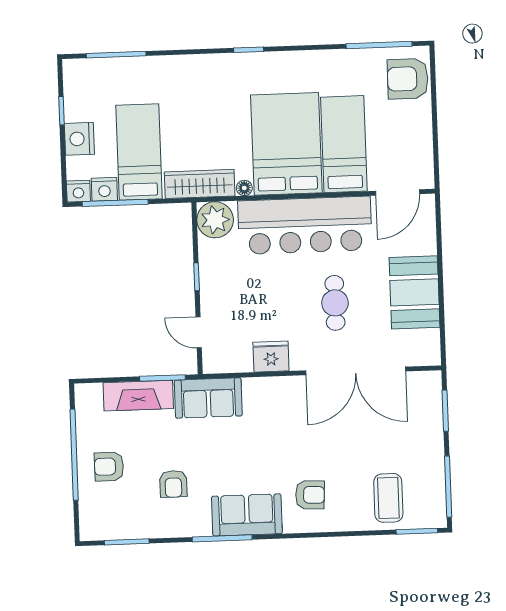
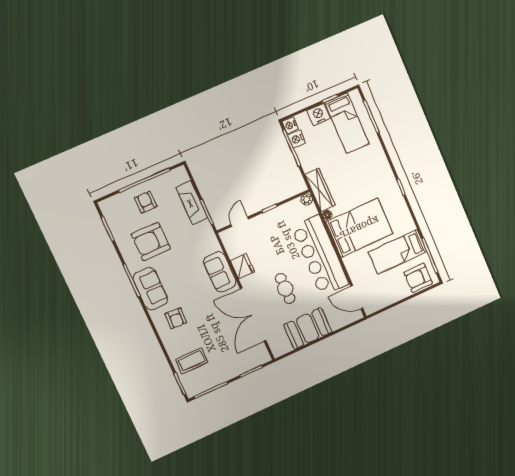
armchair: (408, 79) -> (418, 278), turned -90
bed: (344, 144) -> (398, 252), moved, turned 180
bed: (139, 152) -> (347, 123), moved, turned 90
plant: (215, 220) -> (307, 199), width x0.53, depth x0.53
cafe table: (335, 303) -> (285, 289), turned 90
sofa: (208, 398) -> (220, 272), moved
armchair: (173, 484) -> (151, 242), width x1.88, depth x1.88

